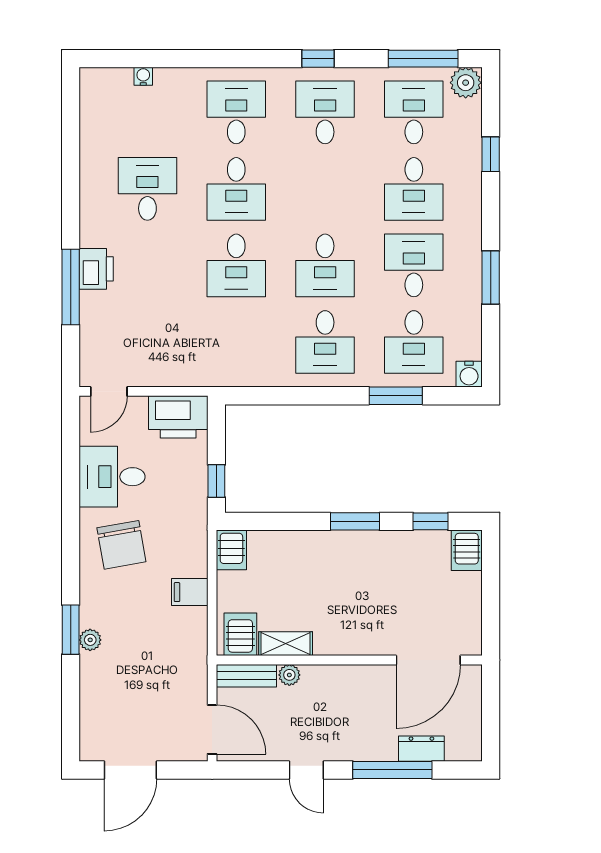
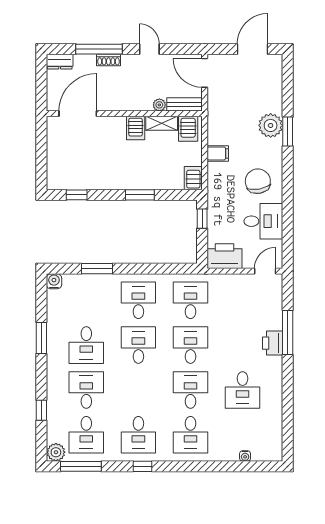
desk: (414, 342) -> (190, 300), moved
window: (355, 521) -> (140, 195), moved
server rack: (467, 550) -> (136, 128), moved, turned 180
plant: (90, 640) -> (271, 125), width x1.88, depth x1.88
dresser: (421, 749) -> (60, 62), moved
shoe rack: (376, 751) -> (108, 60), added

